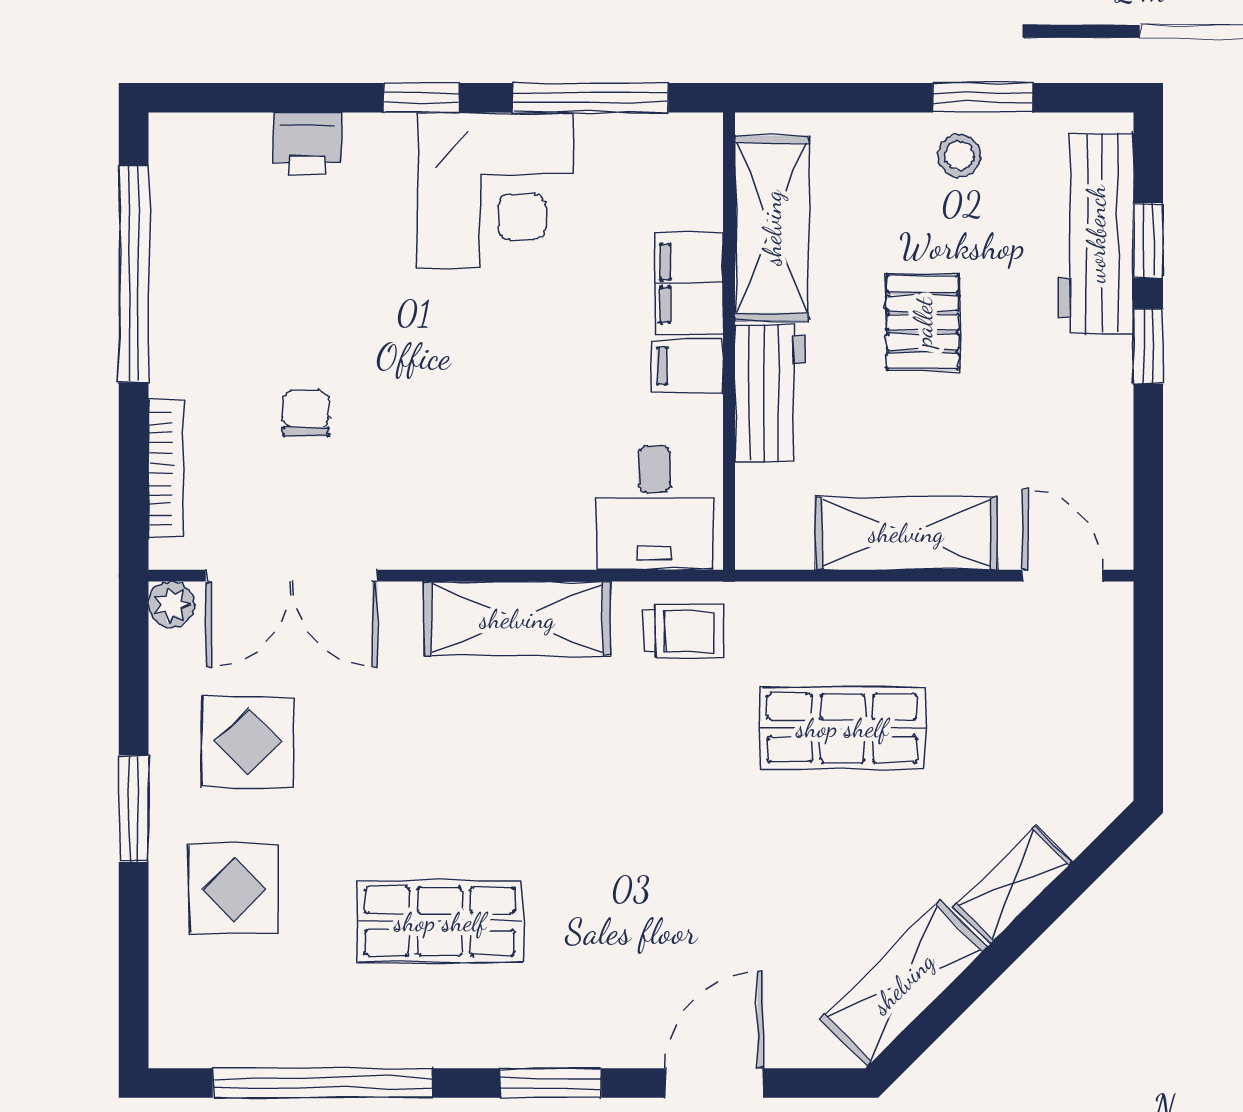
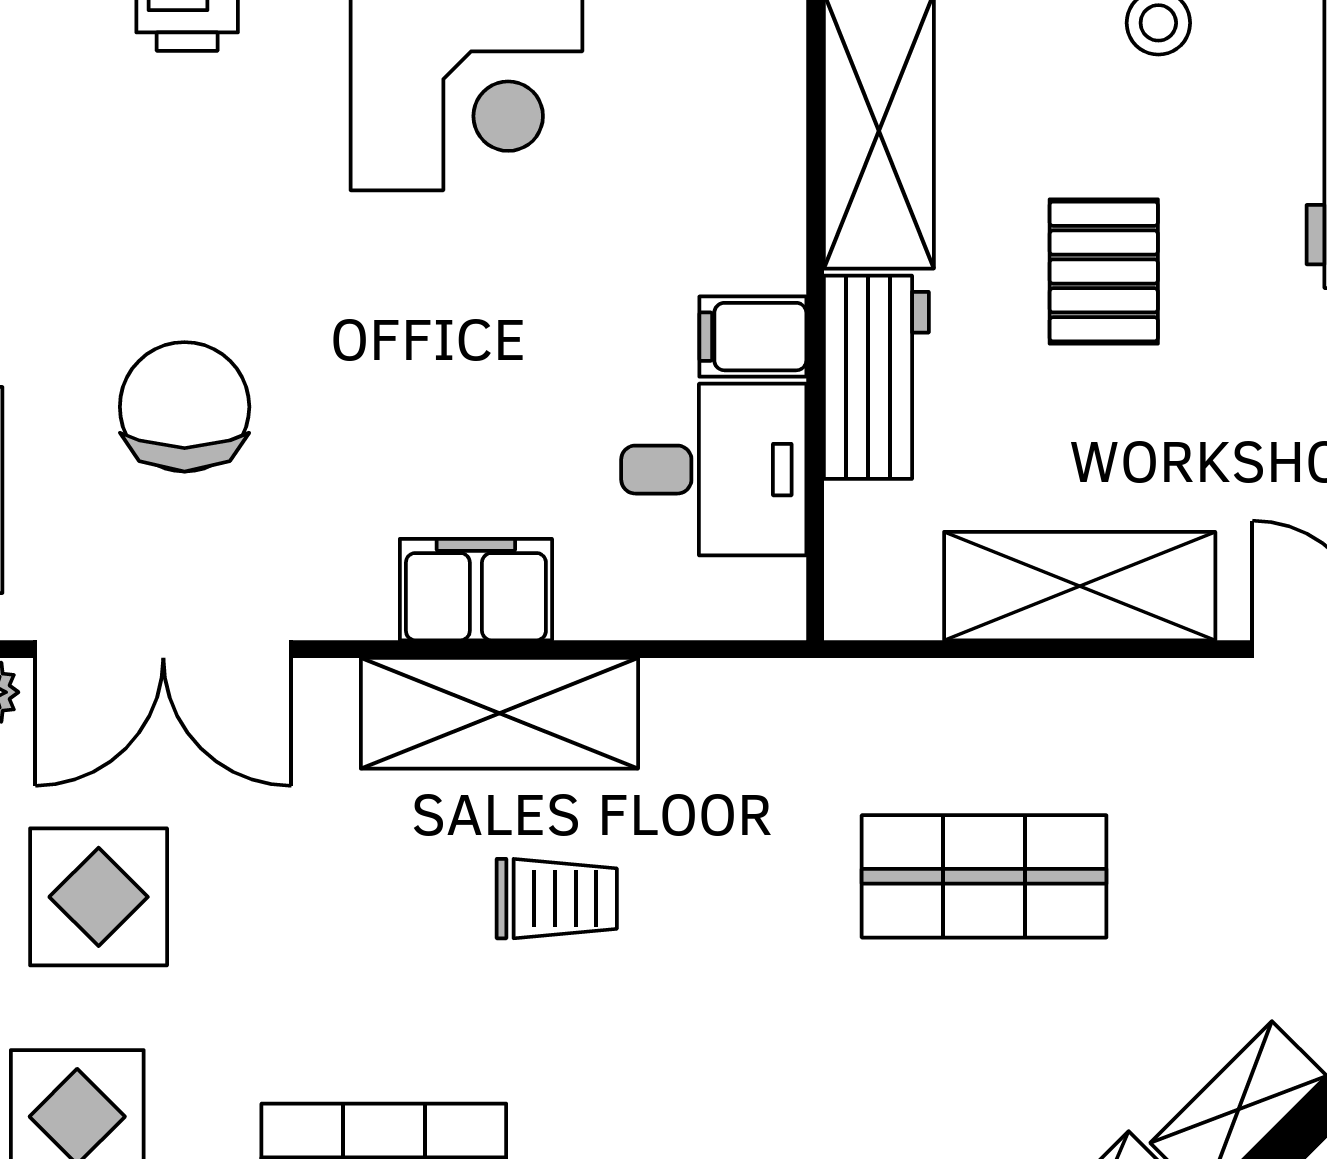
filing cabinet: (689, 283) -> (476, 590), moved, turned 90
chair: (306, 413) -> (185, 407), width x1.87, depth x1.87
desk: (655, 508) -> (714, 470), moved, turned -90
trolley: (684, 631) -> (557, 899), moved

